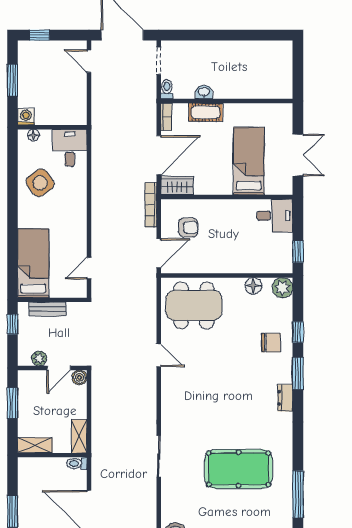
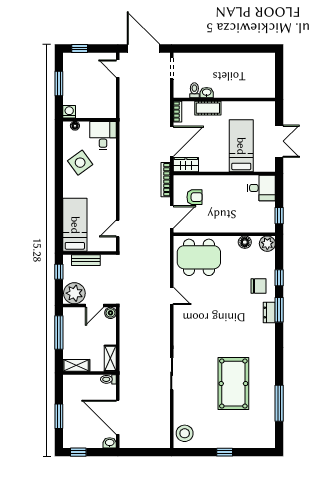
toilet: (167, 89) -> (194, 90), moved
plant: (39, 358) -> (74, 293), width x1.87, depth x1.87
dresser: (285, 398) -> (269, 312), moved
window: (13, 403) -> (59, 333), width x1.44
pool table: (239, 469) -> (233, 384), turned 90

